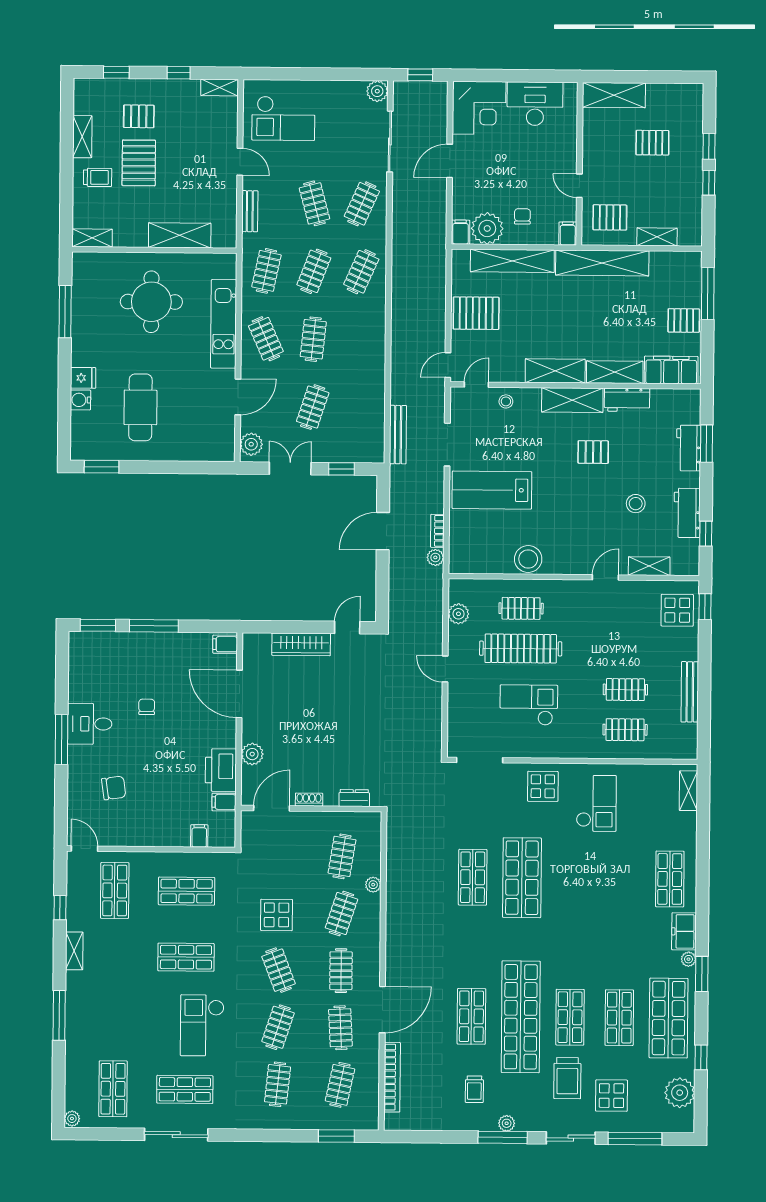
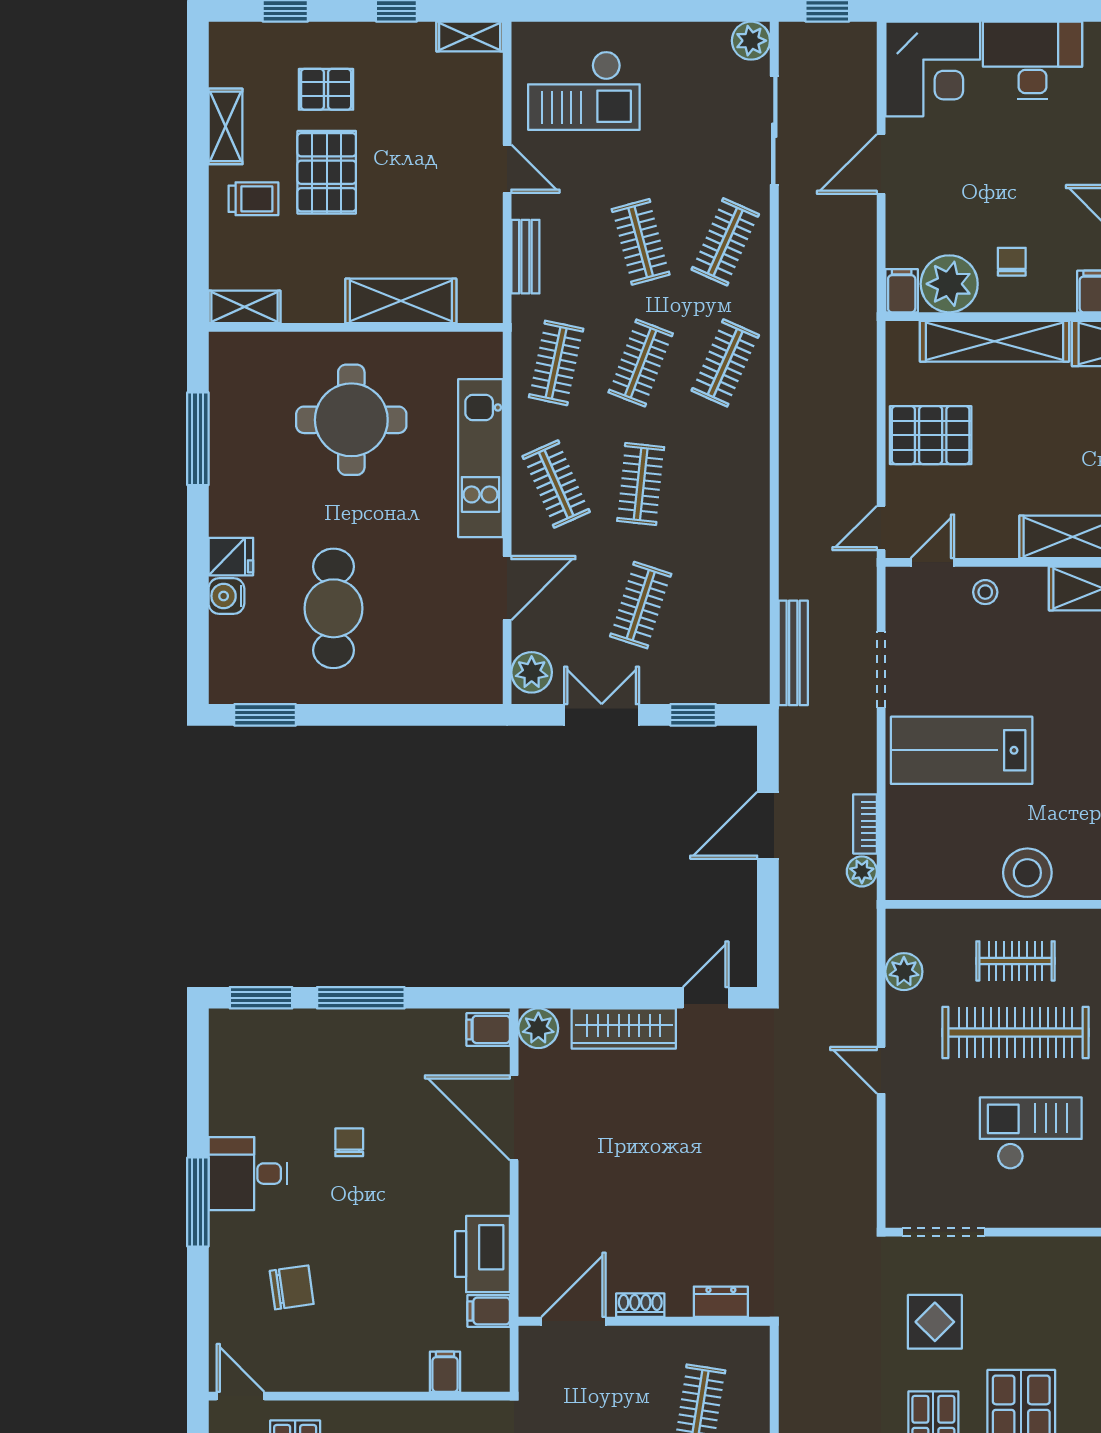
plant: (252, 754) -> (538, 1028), moved
display table: (543, 786) -> (935, 1322), moved

